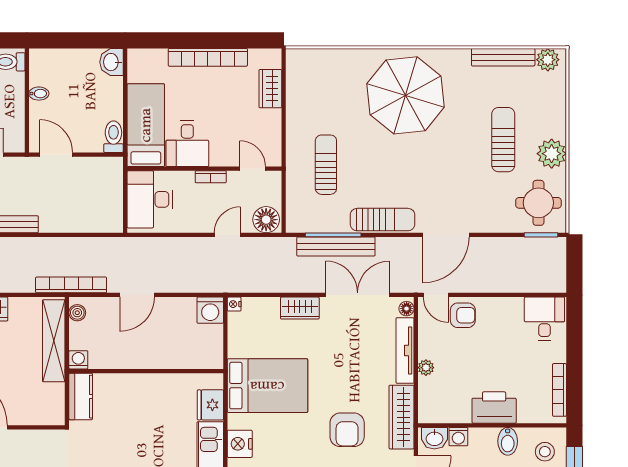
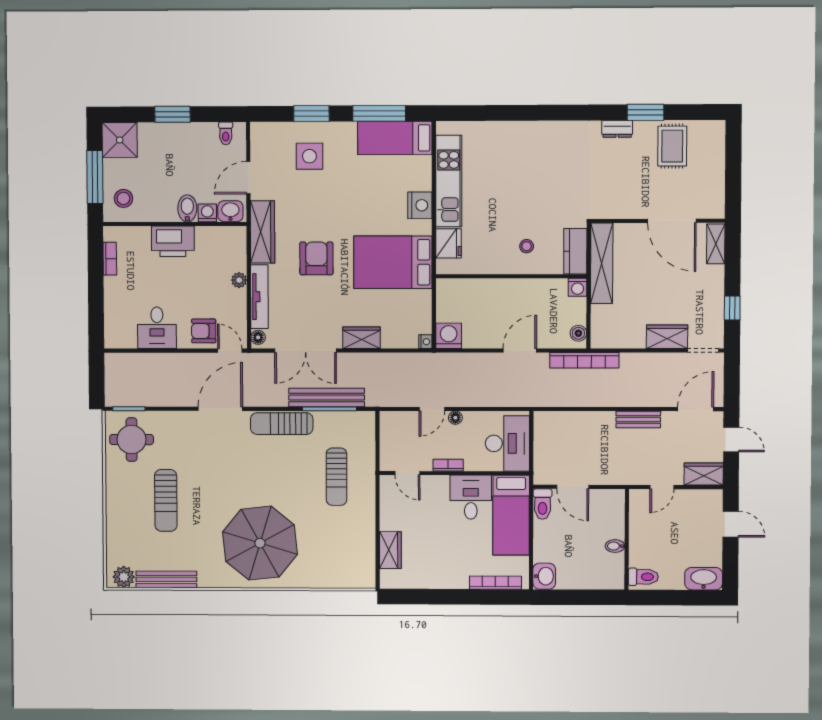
bookcase: (208, 57) -> (495, 583), moved, width x0.68, depth x0.76
plant: (552, 154) -> (119, 487), removed
door: (56, 155) -> (573, 487), moved
floor lamp: (266, 220) -> (455, 418), moved, width x0.53, depth x0.53
desk: (544, 319) -> (157, 328), moved
shelving: (54, 341) -> (602, 263), moved
bookcase: (559, 390) -> (110, 259), width x0.64
stool: (130, 402) -> (527, 246), added
armchair: (347, 430) -> (316, 258), moved
bidet: (508, 441) -> (187, 208), moved

